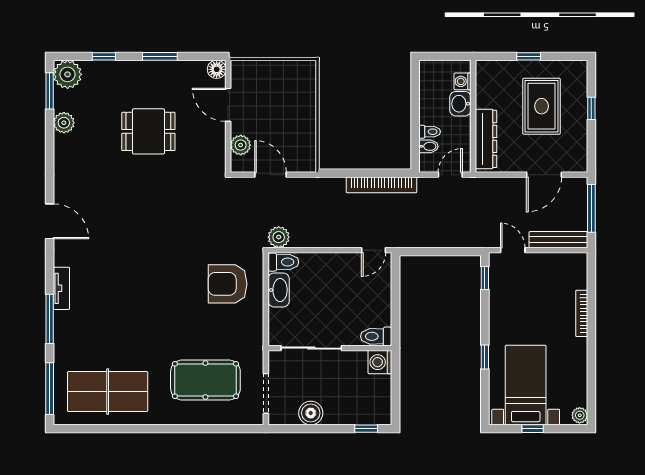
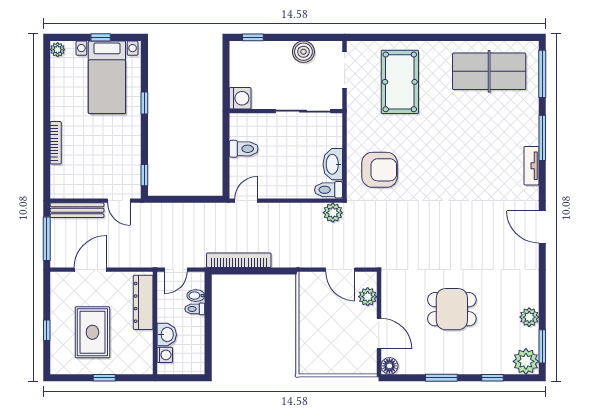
toilet: (376, 336) -> (244, 149), moved
pool table: (205, 380) -> (400, 82), turned 90

